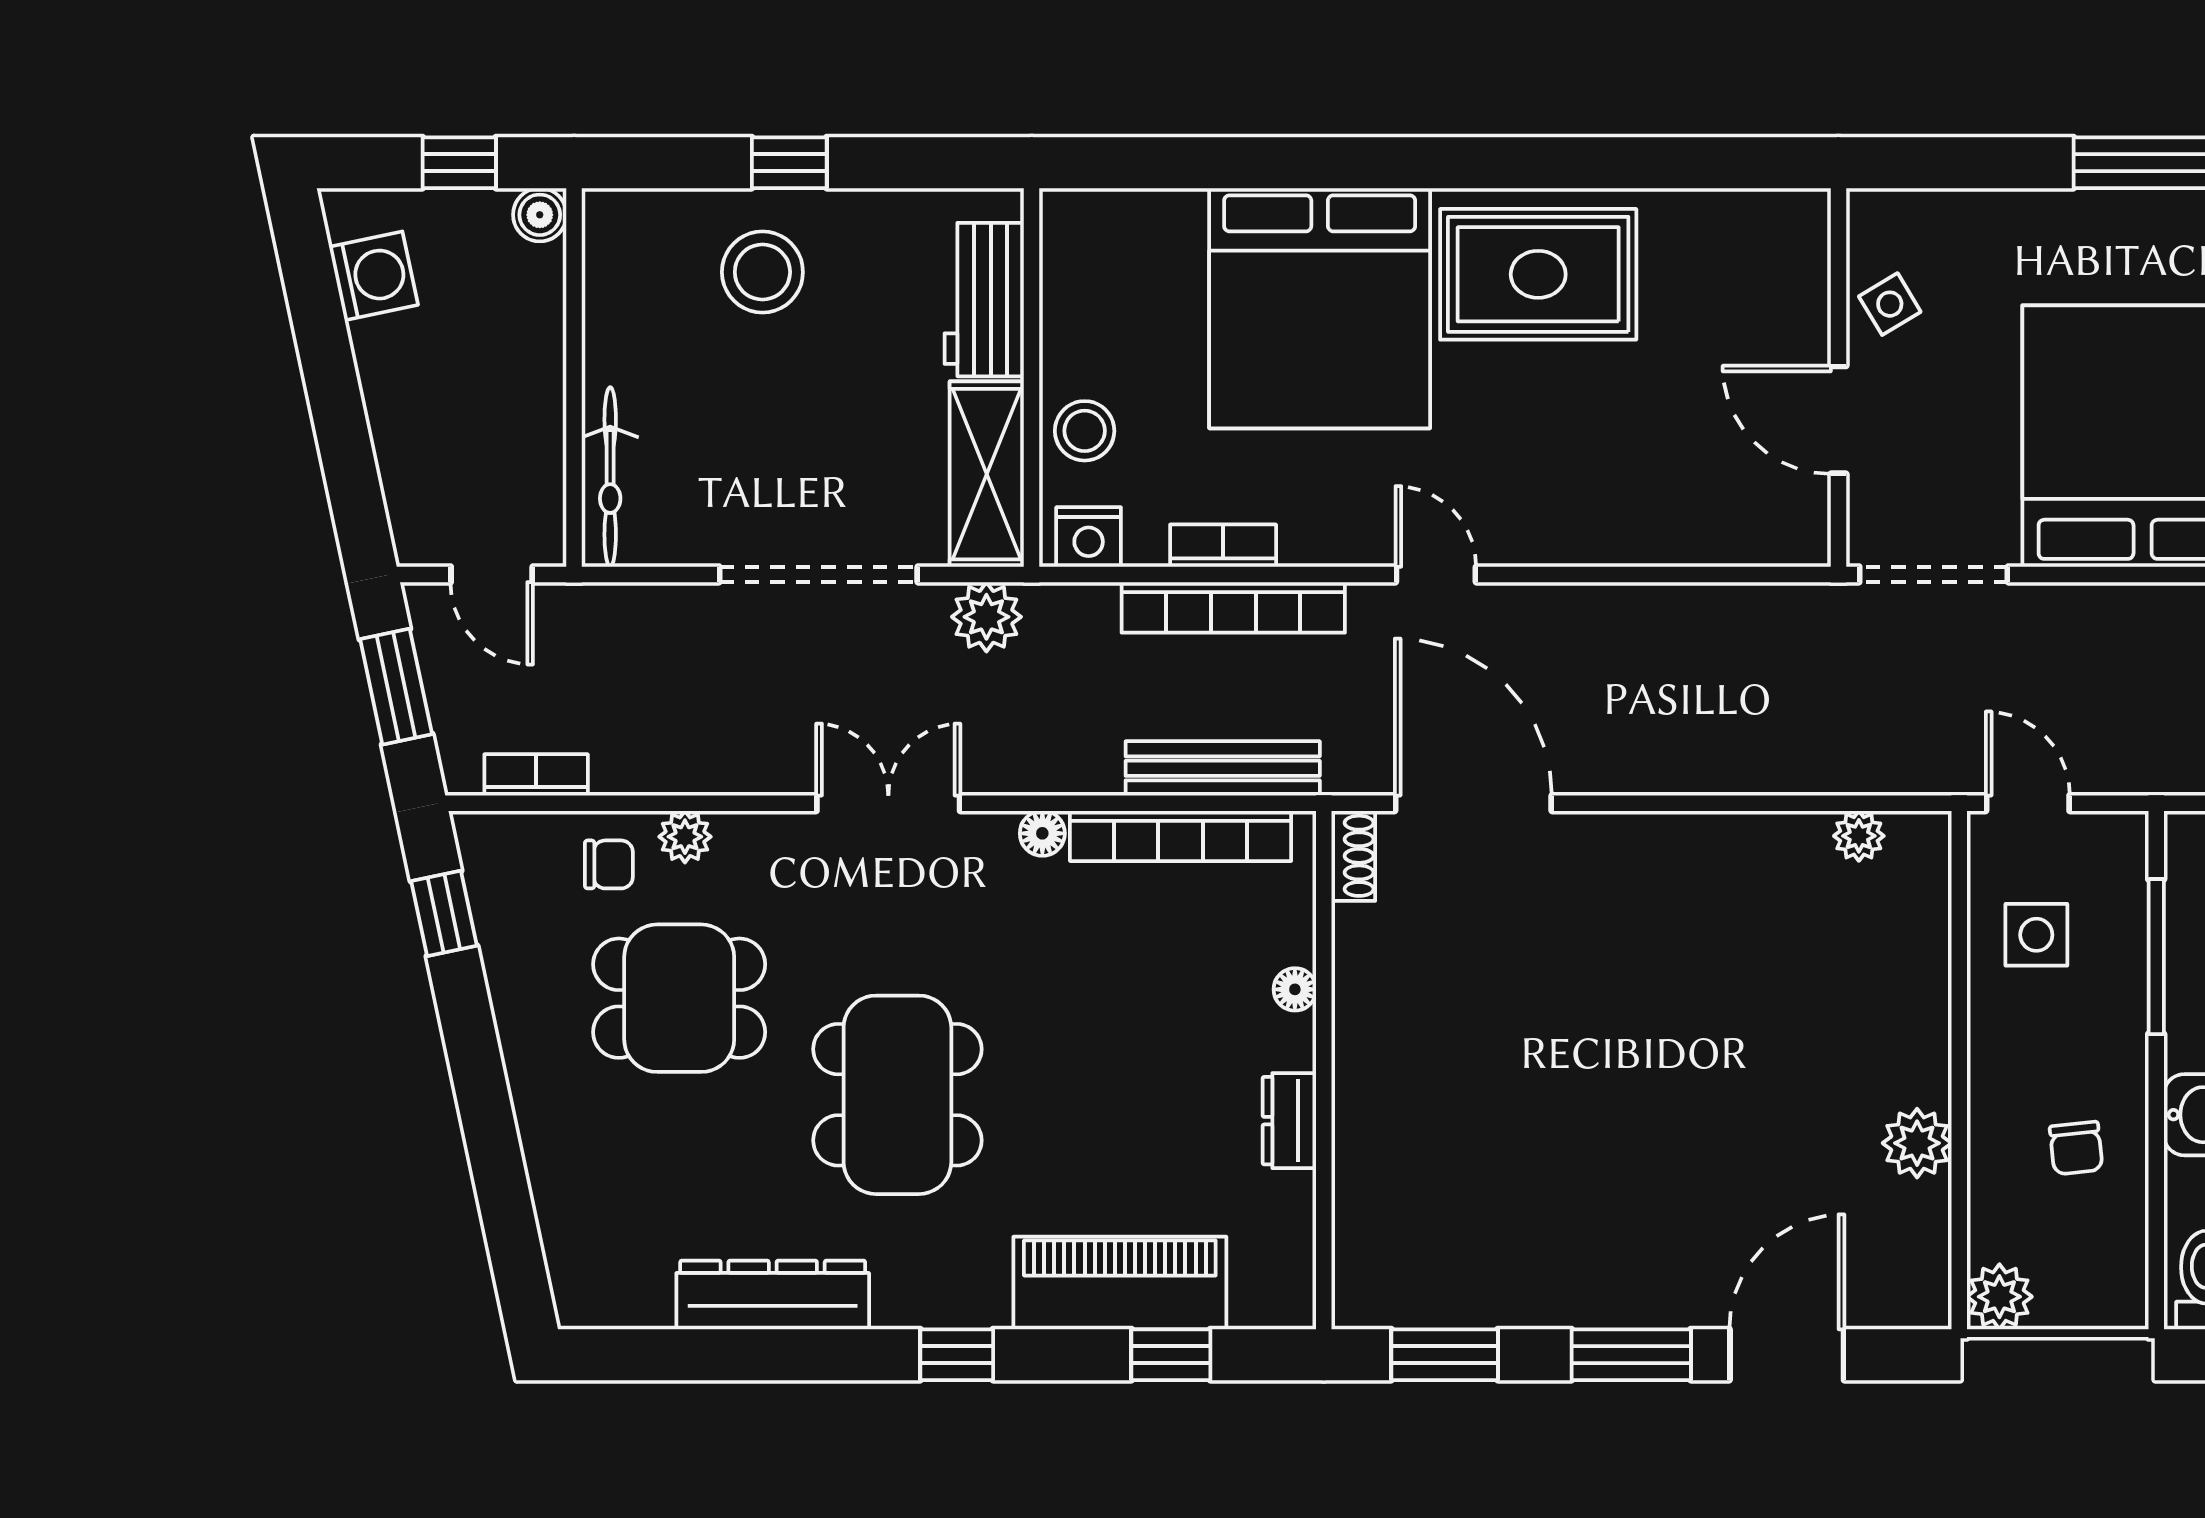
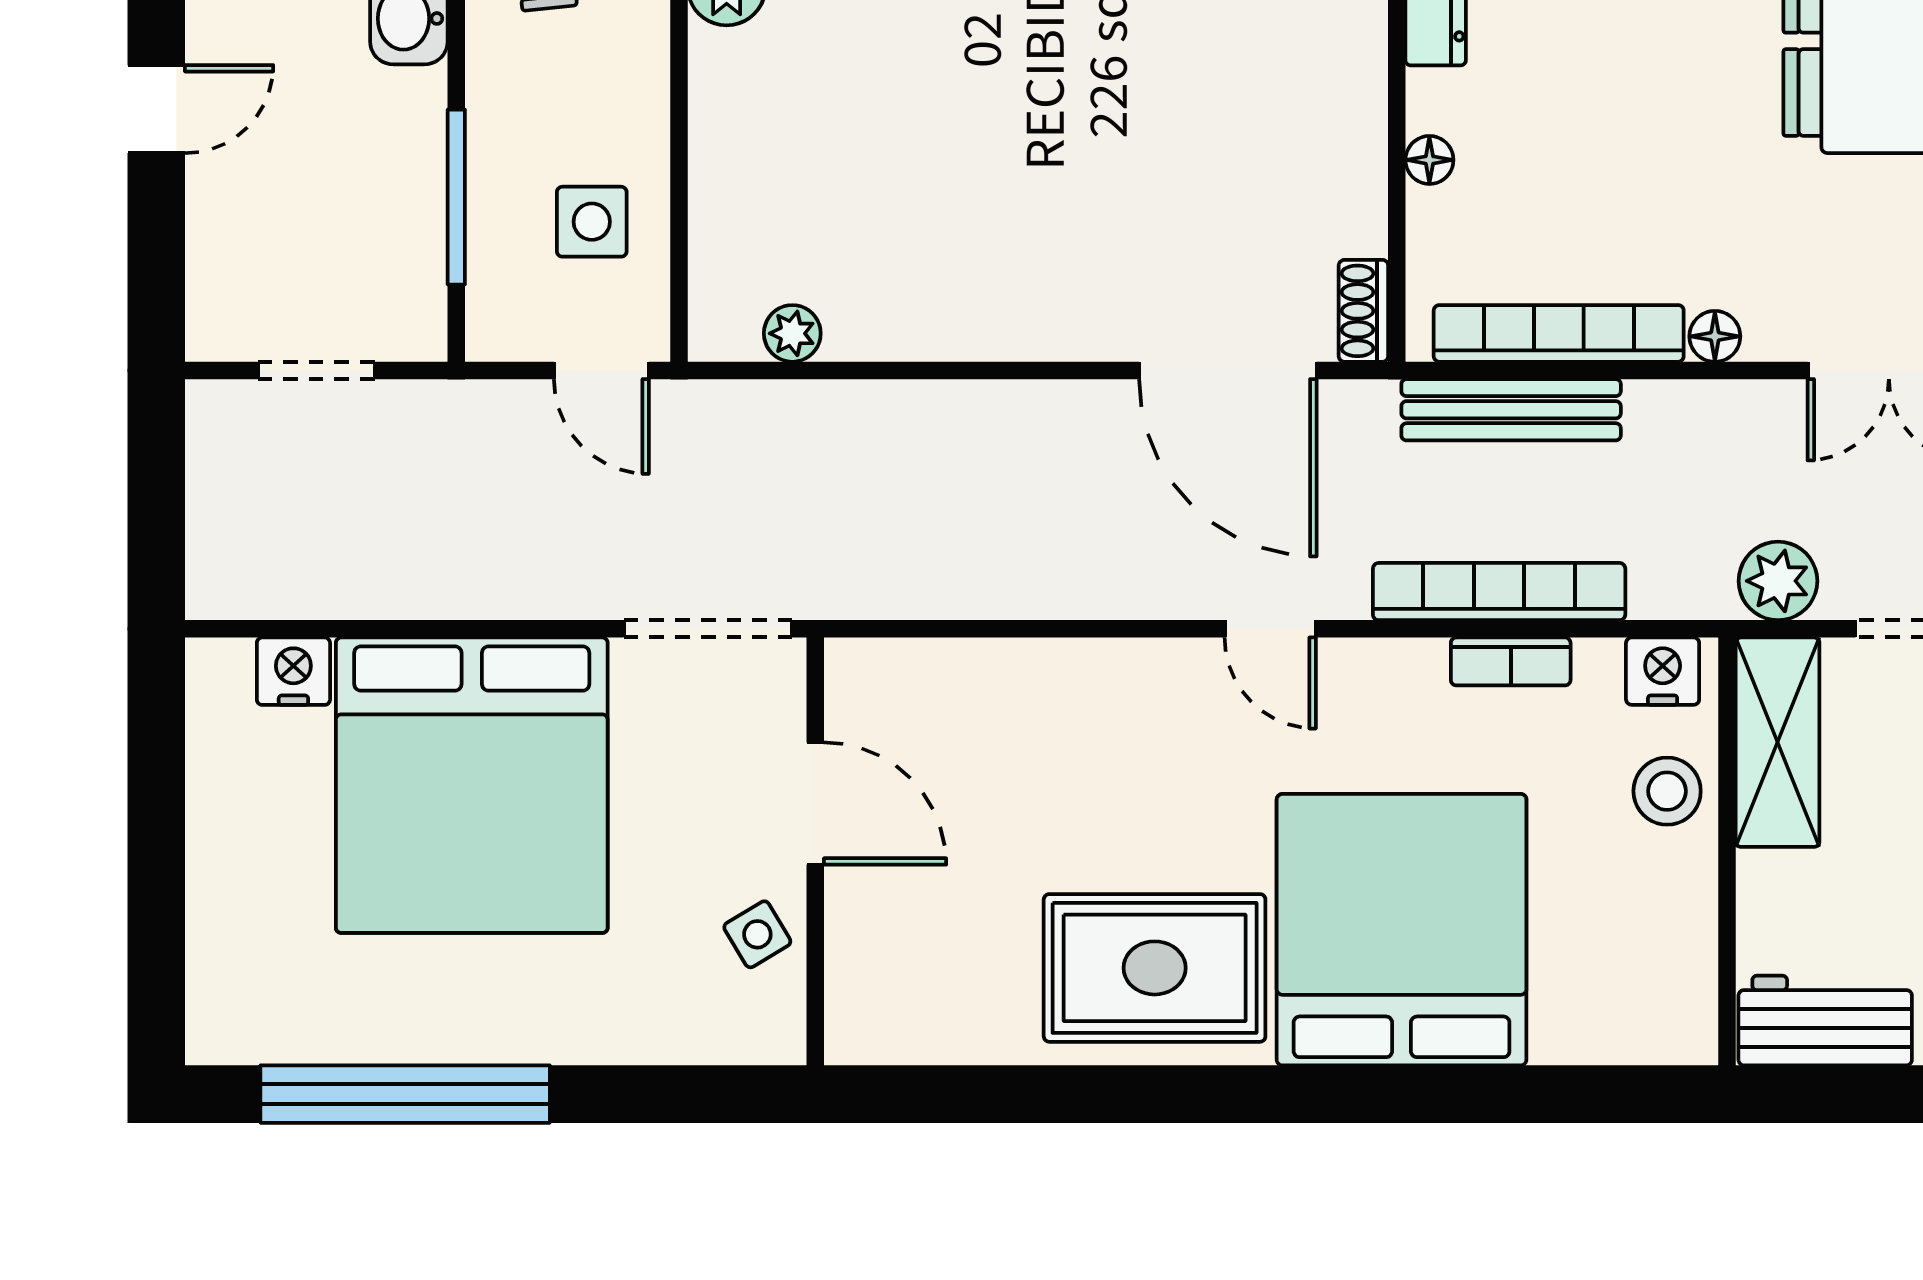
workbench: (984, 300) -> (1825, 1021), moved, turned -90

